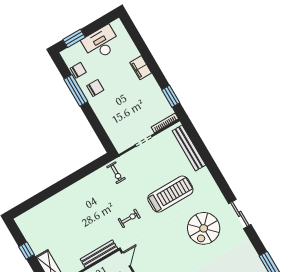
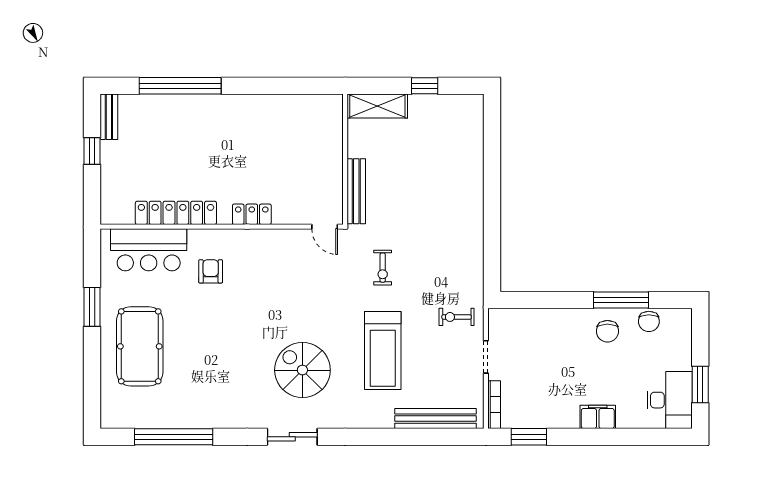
window: (74, 38) -> (700, 384), moved
desk: (101, 43) -> (670, 400), moved
exercise bike: (116, 173) -> (457, 317), moved

